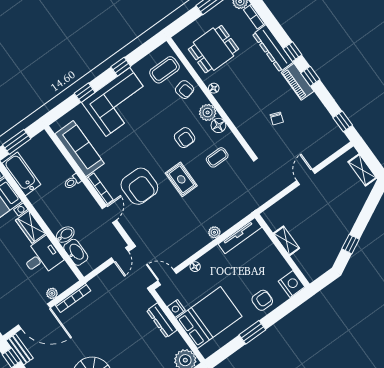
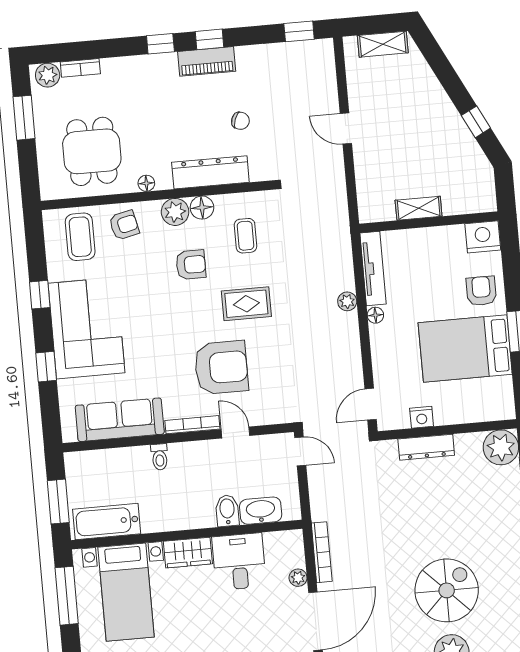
dresser: (273, 48) -> (210, 172), moved, turned 180
floor lamp: (195, 267) -> (375, 315), moved
bed: (209, 318) -> (465, 348), moved, turned -90

